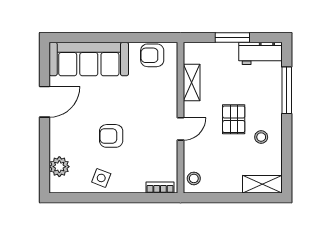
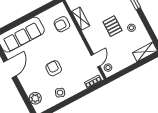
armchair: (152, 55) -> (62, 24), moved
door: (181, 129) -> (95, 61), moved
armchair: (111, 136) -> (54, 68), turned 90

